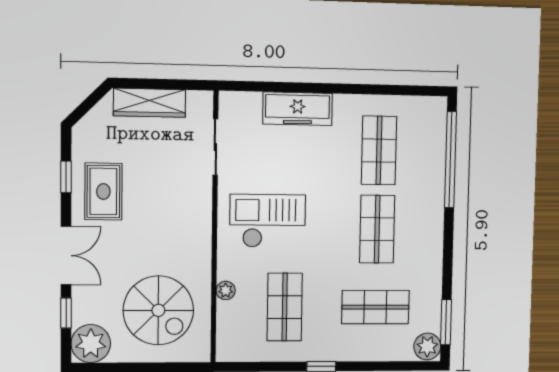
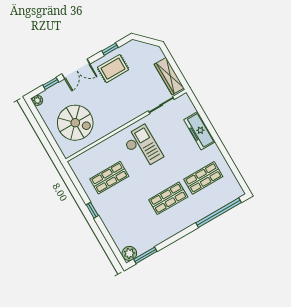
wardrobe: (149, 103) -> (169, 76), moved
plant: (226, 290) -> (101, 147), removed
shop shelf: (375, 307) -> (133, 219), removed
spiral stairs: (158, 310) -> (75, 123), turned -90
plant: (91, 344) -> (37, 100), width x0.53, depth x0.53

